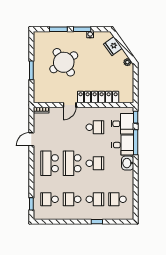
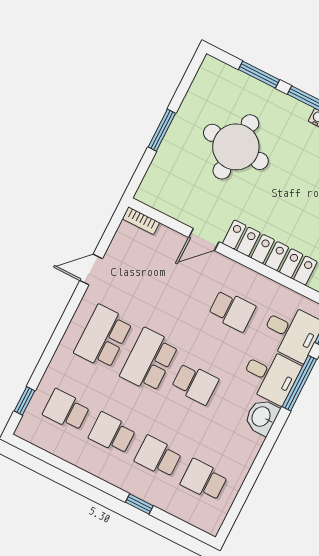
round table: (64, 62) -> (236, 147), turned 38
school desk: (95, 199) -> (158, 457), turned 180

